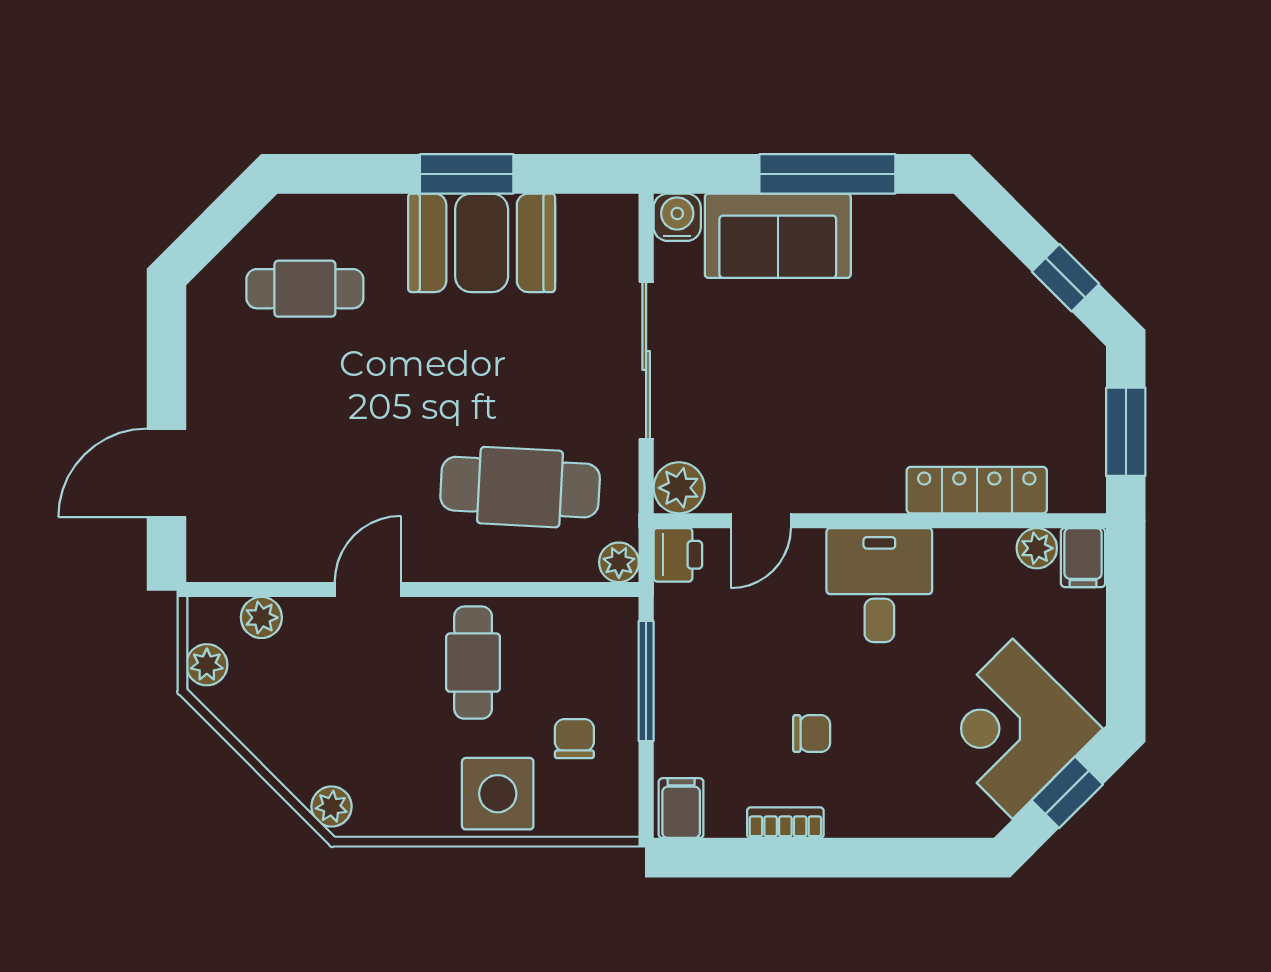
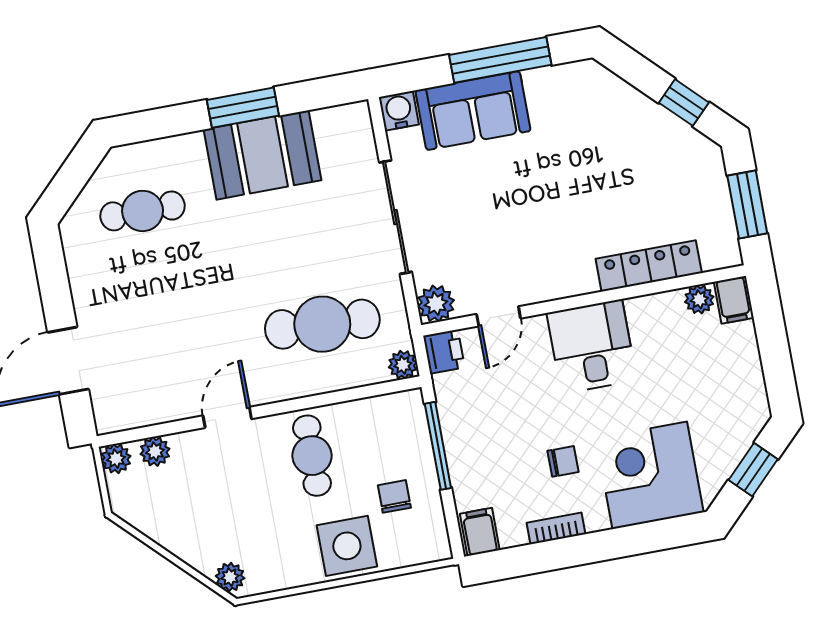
plant: (207, 665) -> (116, 459), moved
corner desk: (1013, 729) -> (650, 475), moved, turned 45

